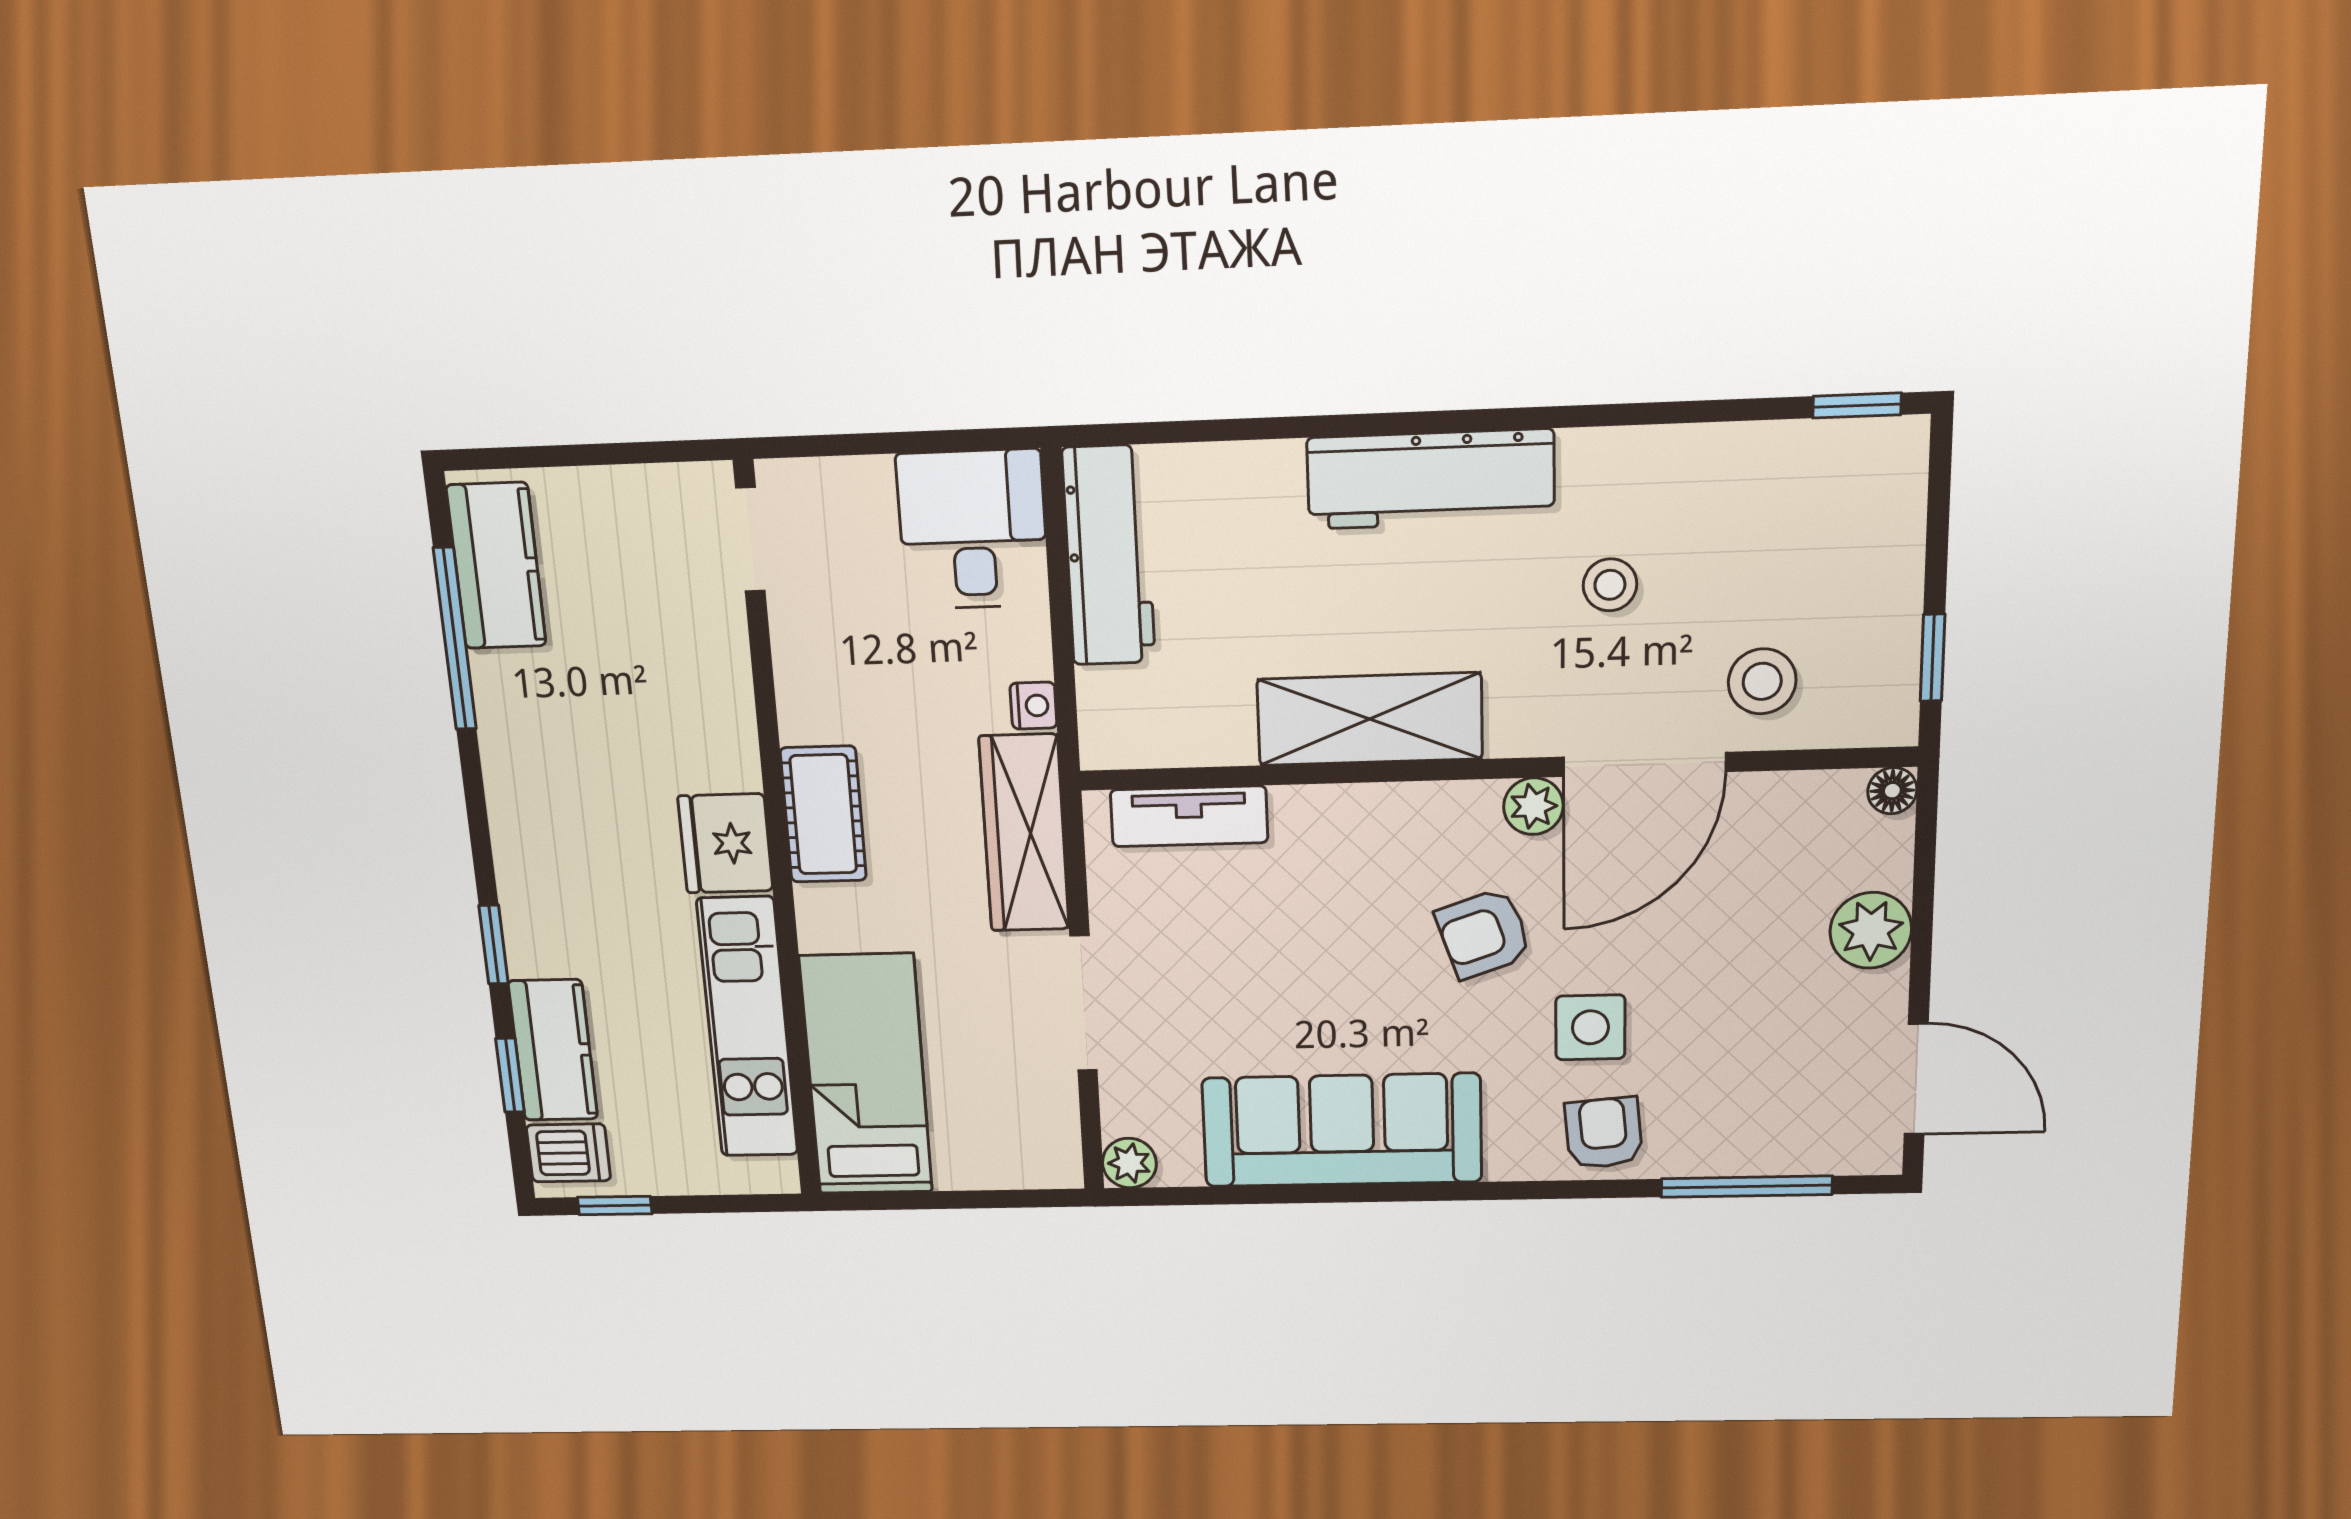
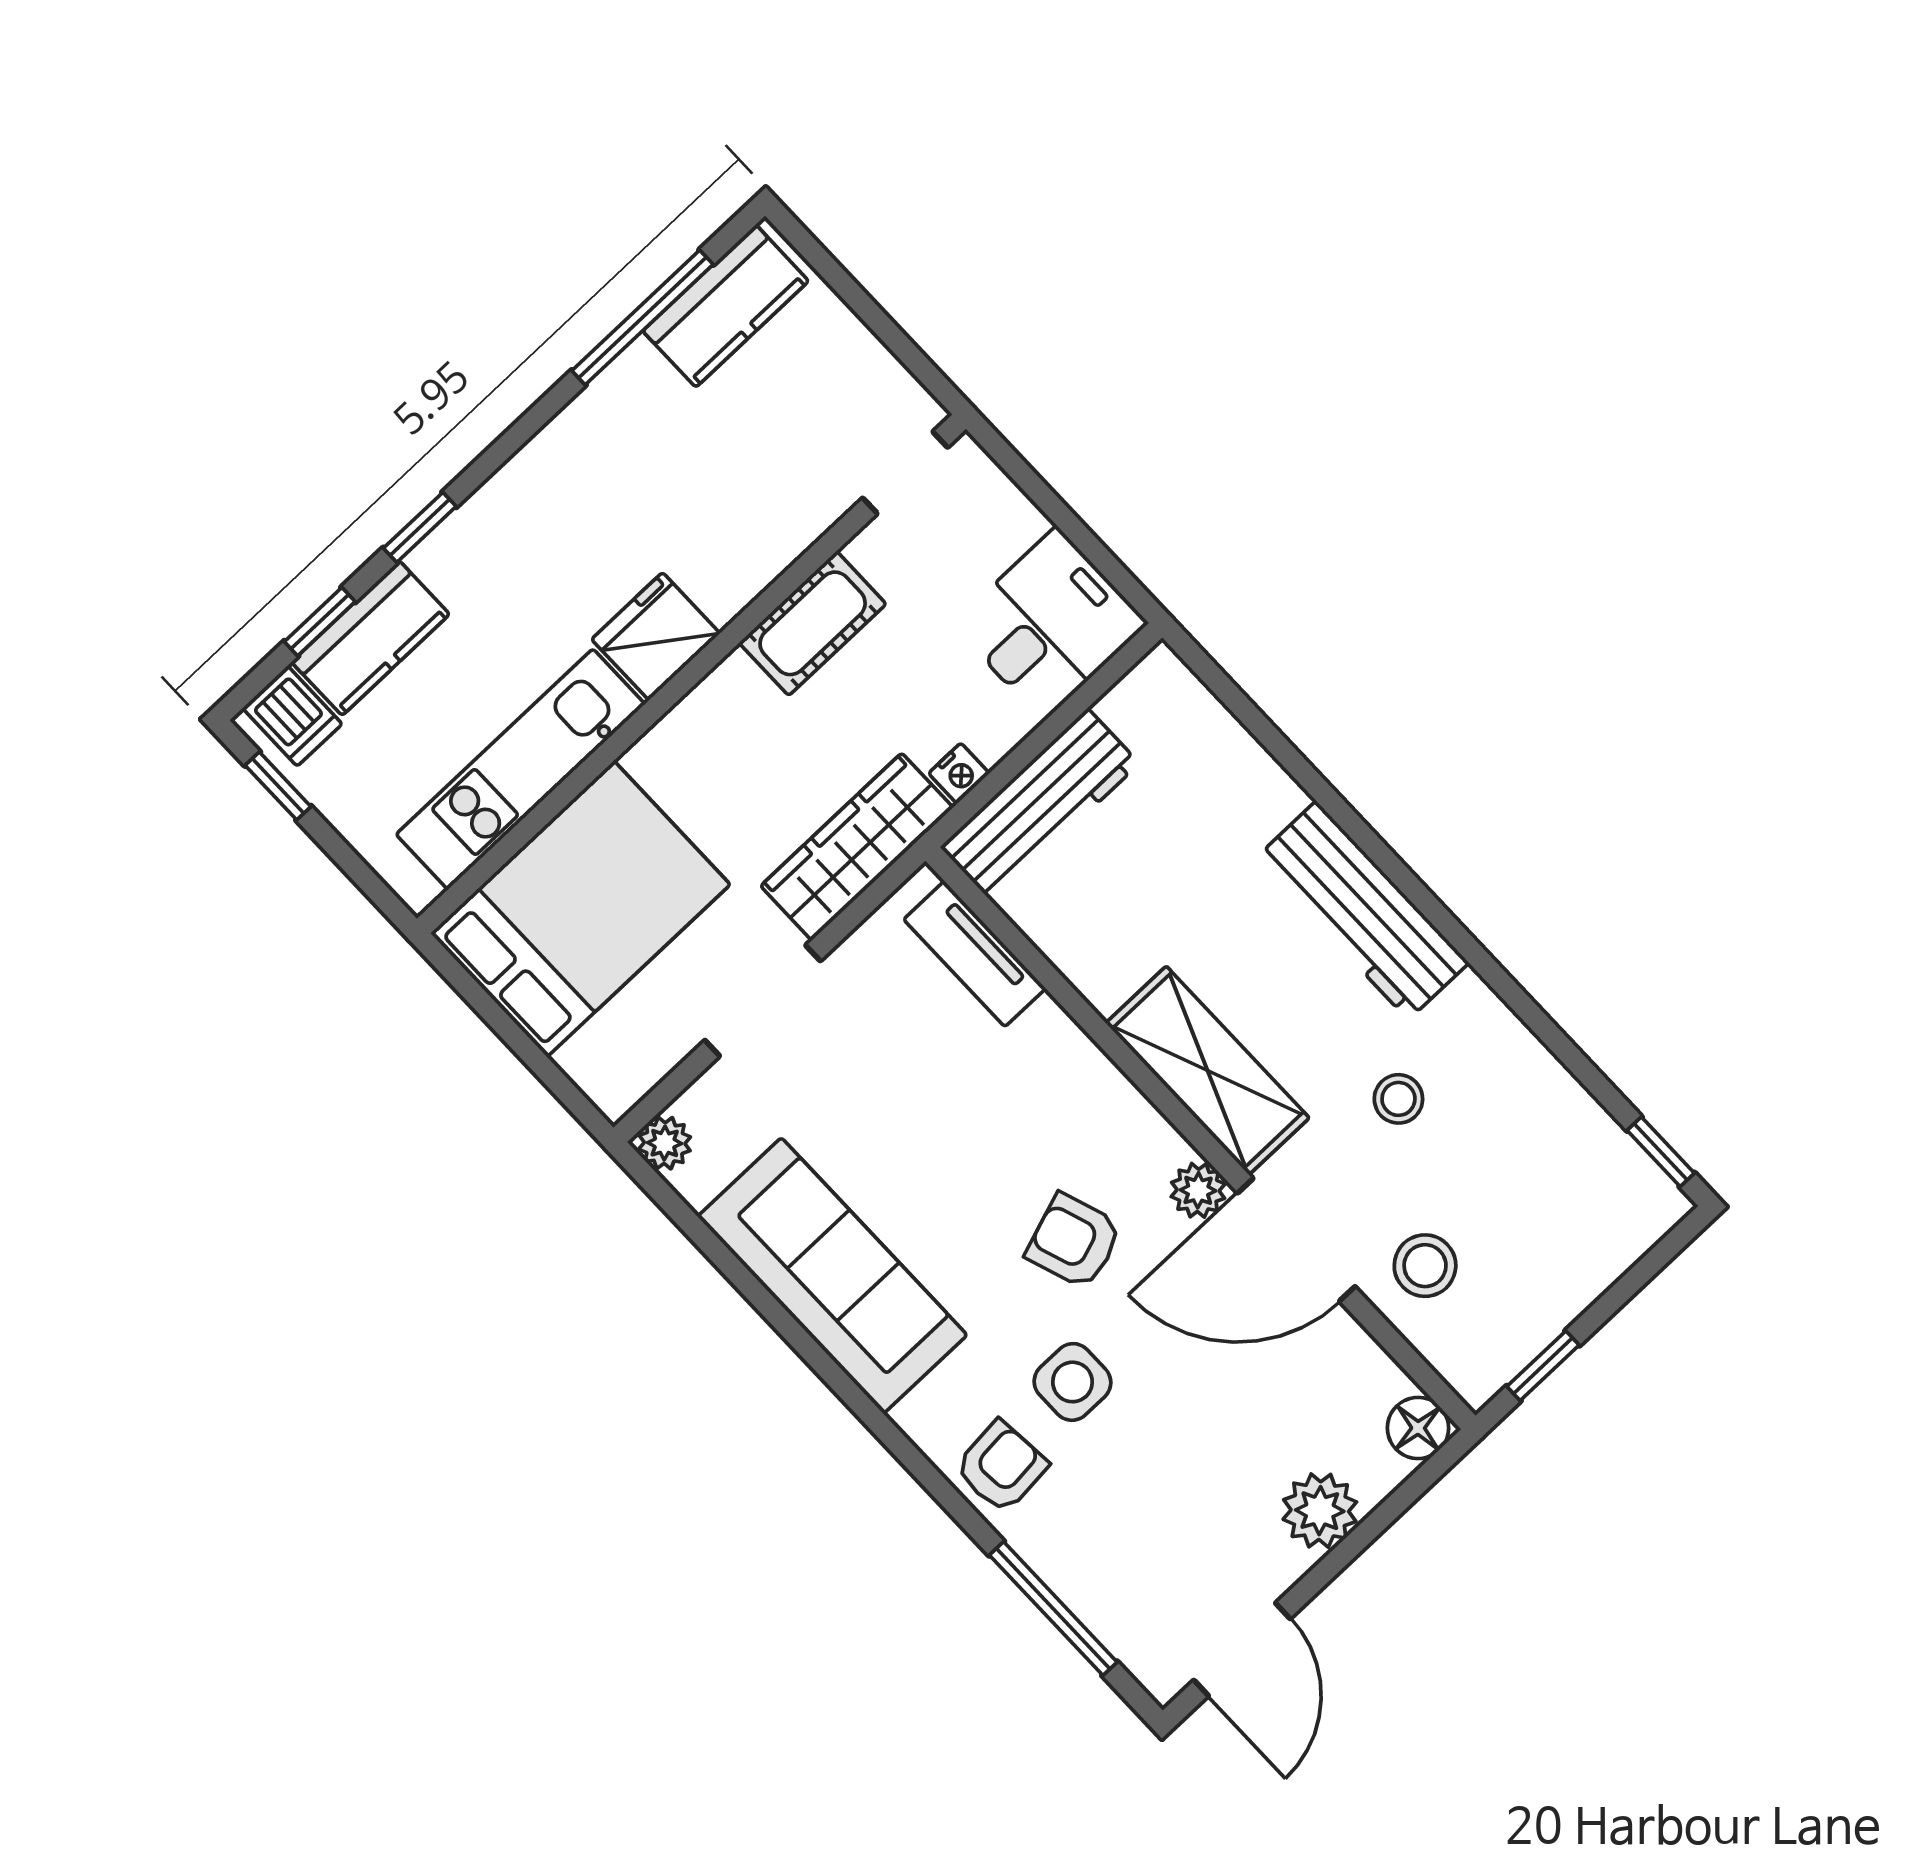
workbench: (1109, 556) -> (1040, 805), moved
shelving: (1370, 719) -> (1207, 1071), moved
floor lamp: (1892, 791) -> (1418, 1428), width x1.37, depth x1.37
cot: (823, 814) -> (813, 623), moved
bed: (866, 1075) -> (580, 909), width x1.50

